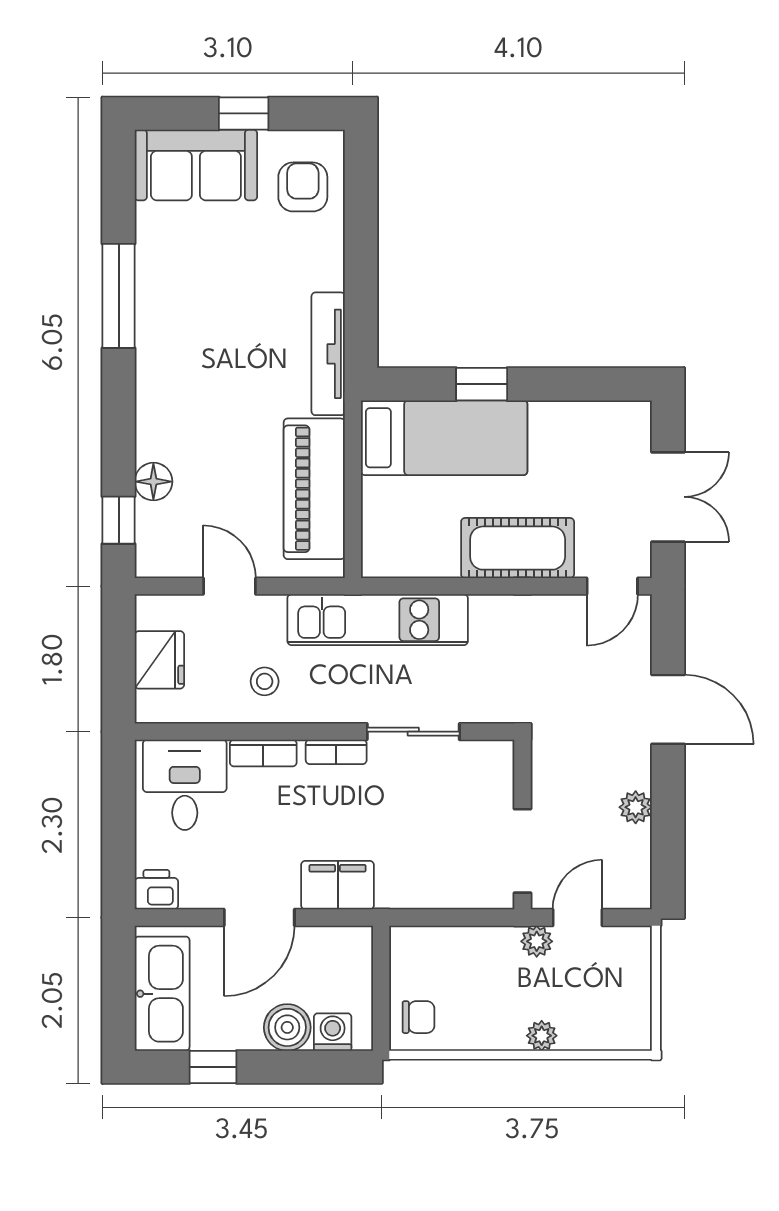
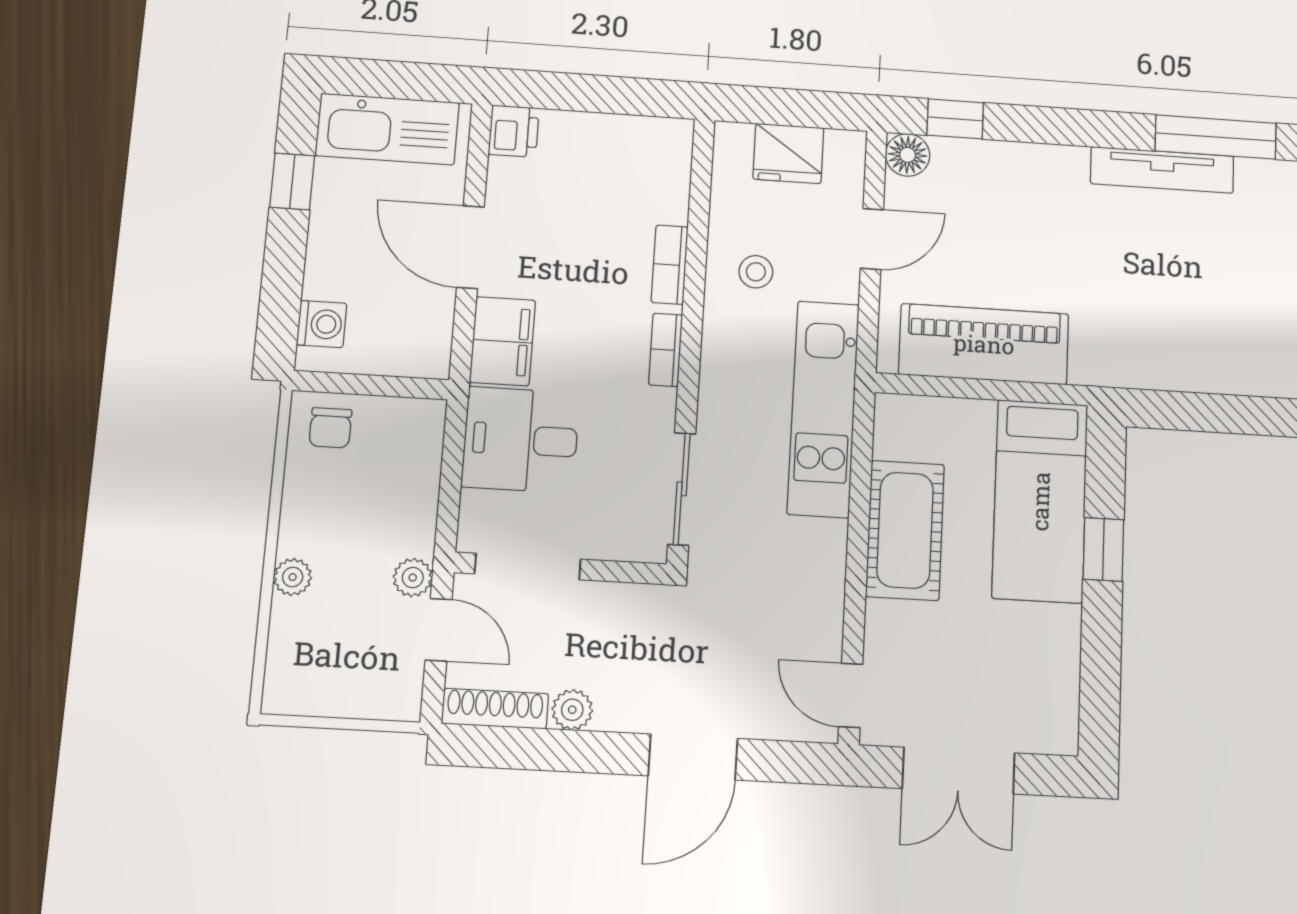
tv unit: (328, 354) -> (1162, 170), moved, turned 180
floor lamp: (153, 482) -> (908, 155), moved
cot: (518, 548) -> (905, 530), moved
sliding door: (413, 732) -> (682, 489), moved
desk: (185, 785) -> (521, 440), moved, turned 180
shoe rack: (638, 868) -> (495, 709), added
boiler: (287, 1027) -> (332, 271), removed

